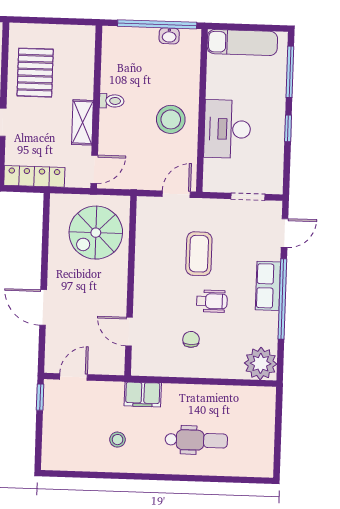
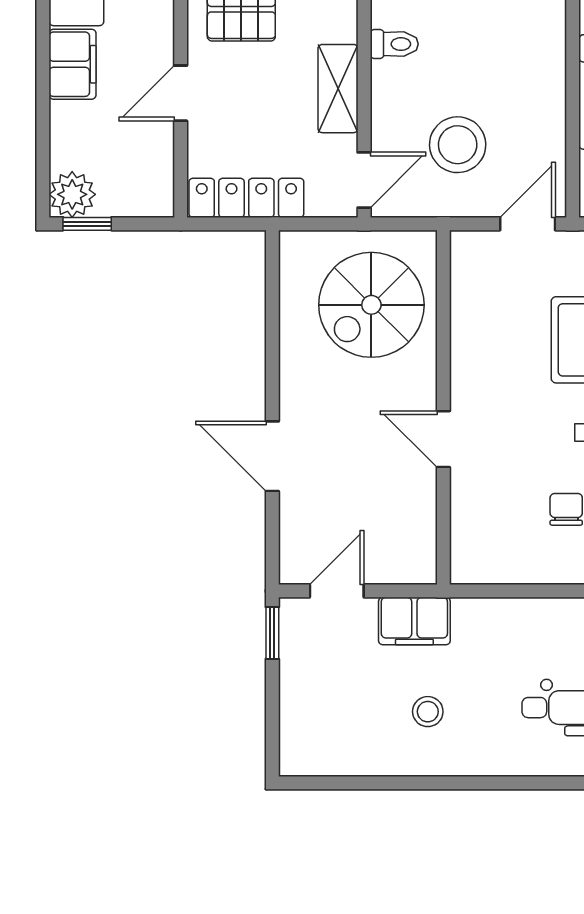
stool: (171, 119) -> (458, 145), moved
door: (129, 332) -> (443, 439), moved
filing cabinet: (143, 394) -> (414, 621), moved

